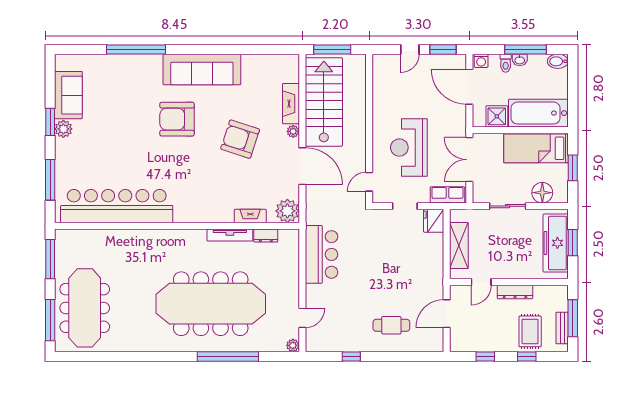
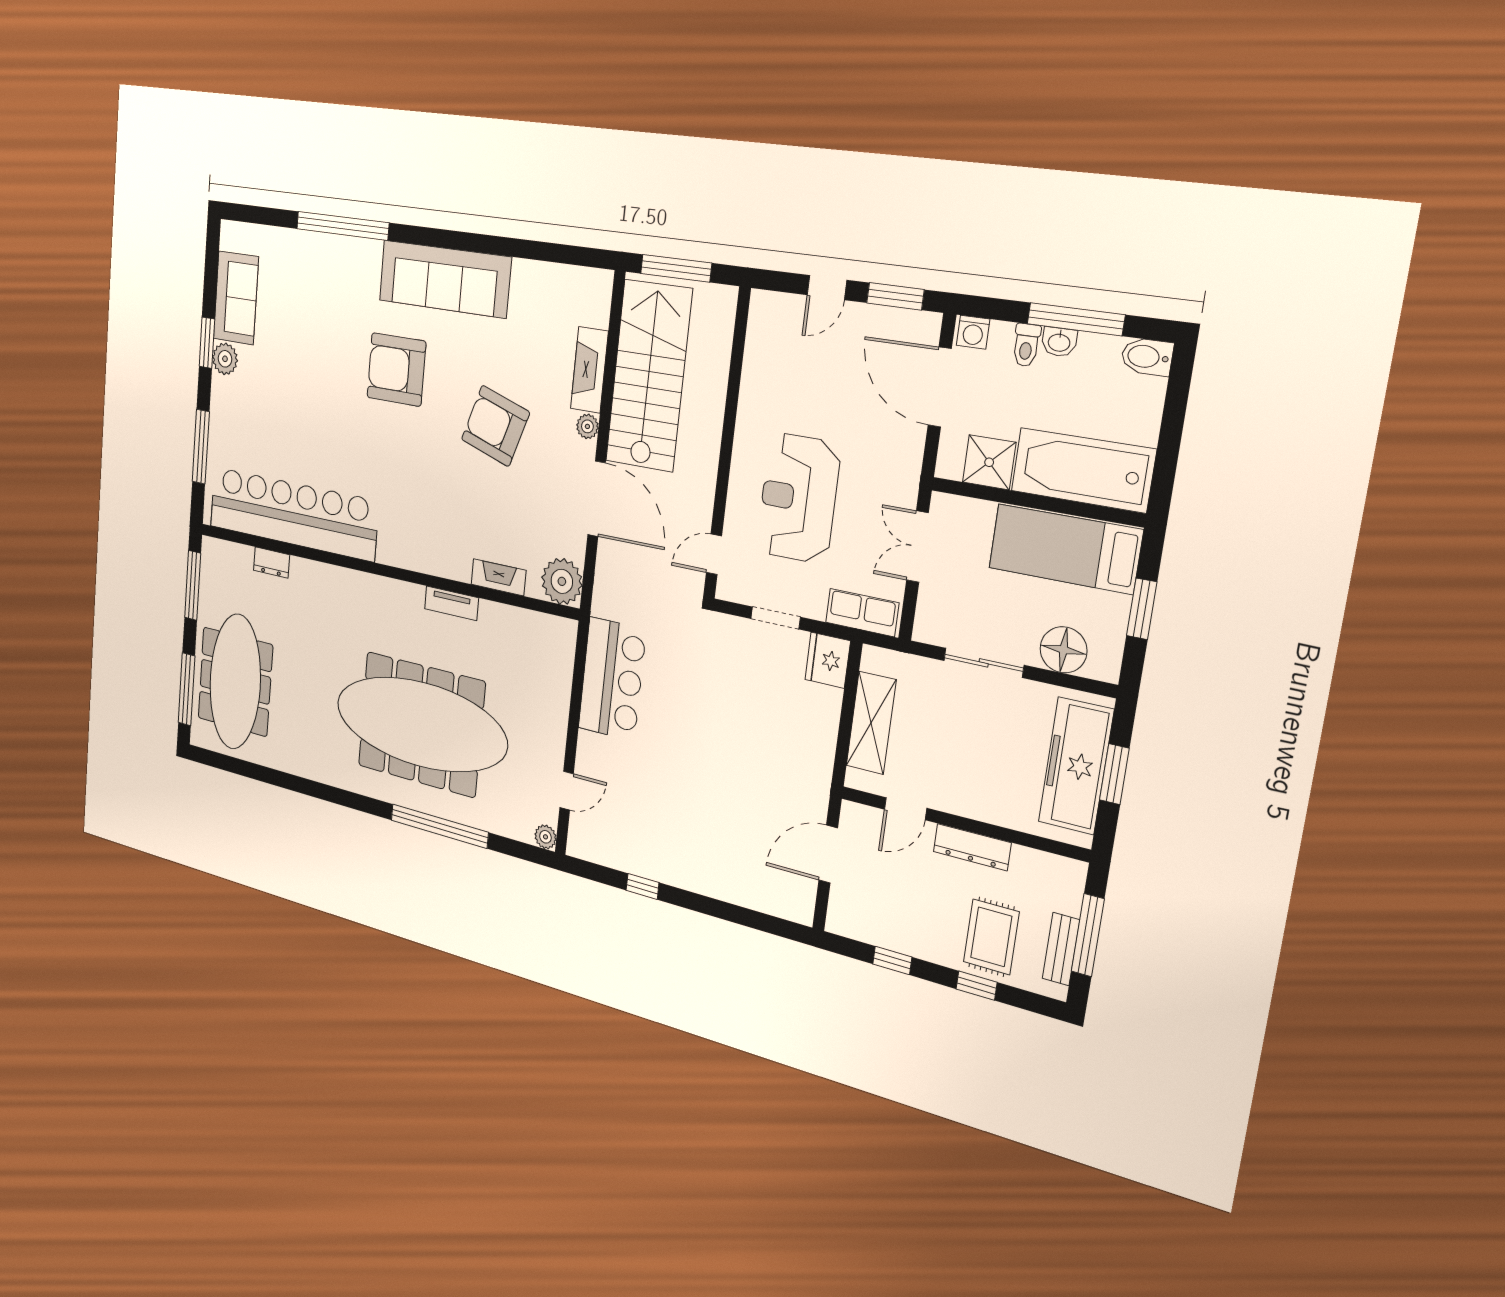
double door: (469, 160) -> (918, 547), width x0.73
tv unit: (230, 235) -> (451, 603), width x0.71
dresser: (266, 236) -> (272, 563), moved
cafe table: (391, 325) -> (721, 848), removed

